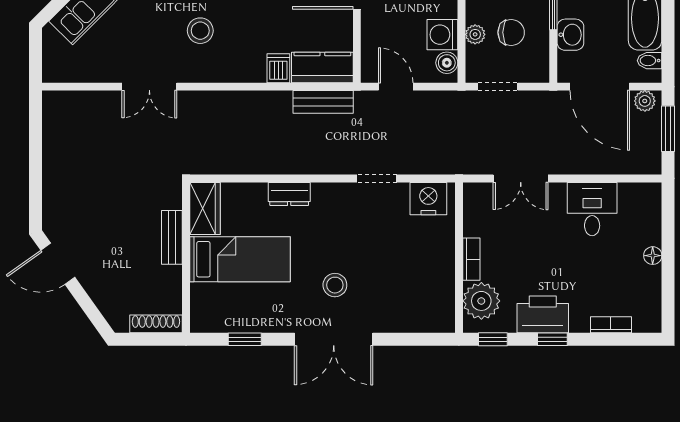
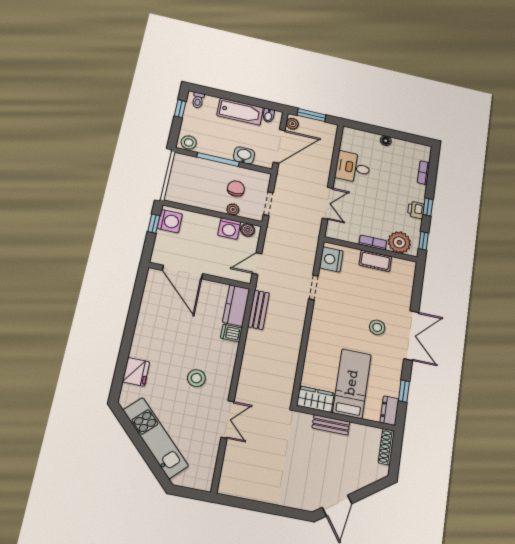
dresser: (289, 194) -> (389, 411), moved, turned 180
cot: (442, 267) -> (375, 261), added
printer: (543, 314) -> (416, 210), width x0.53, depth x0.68

